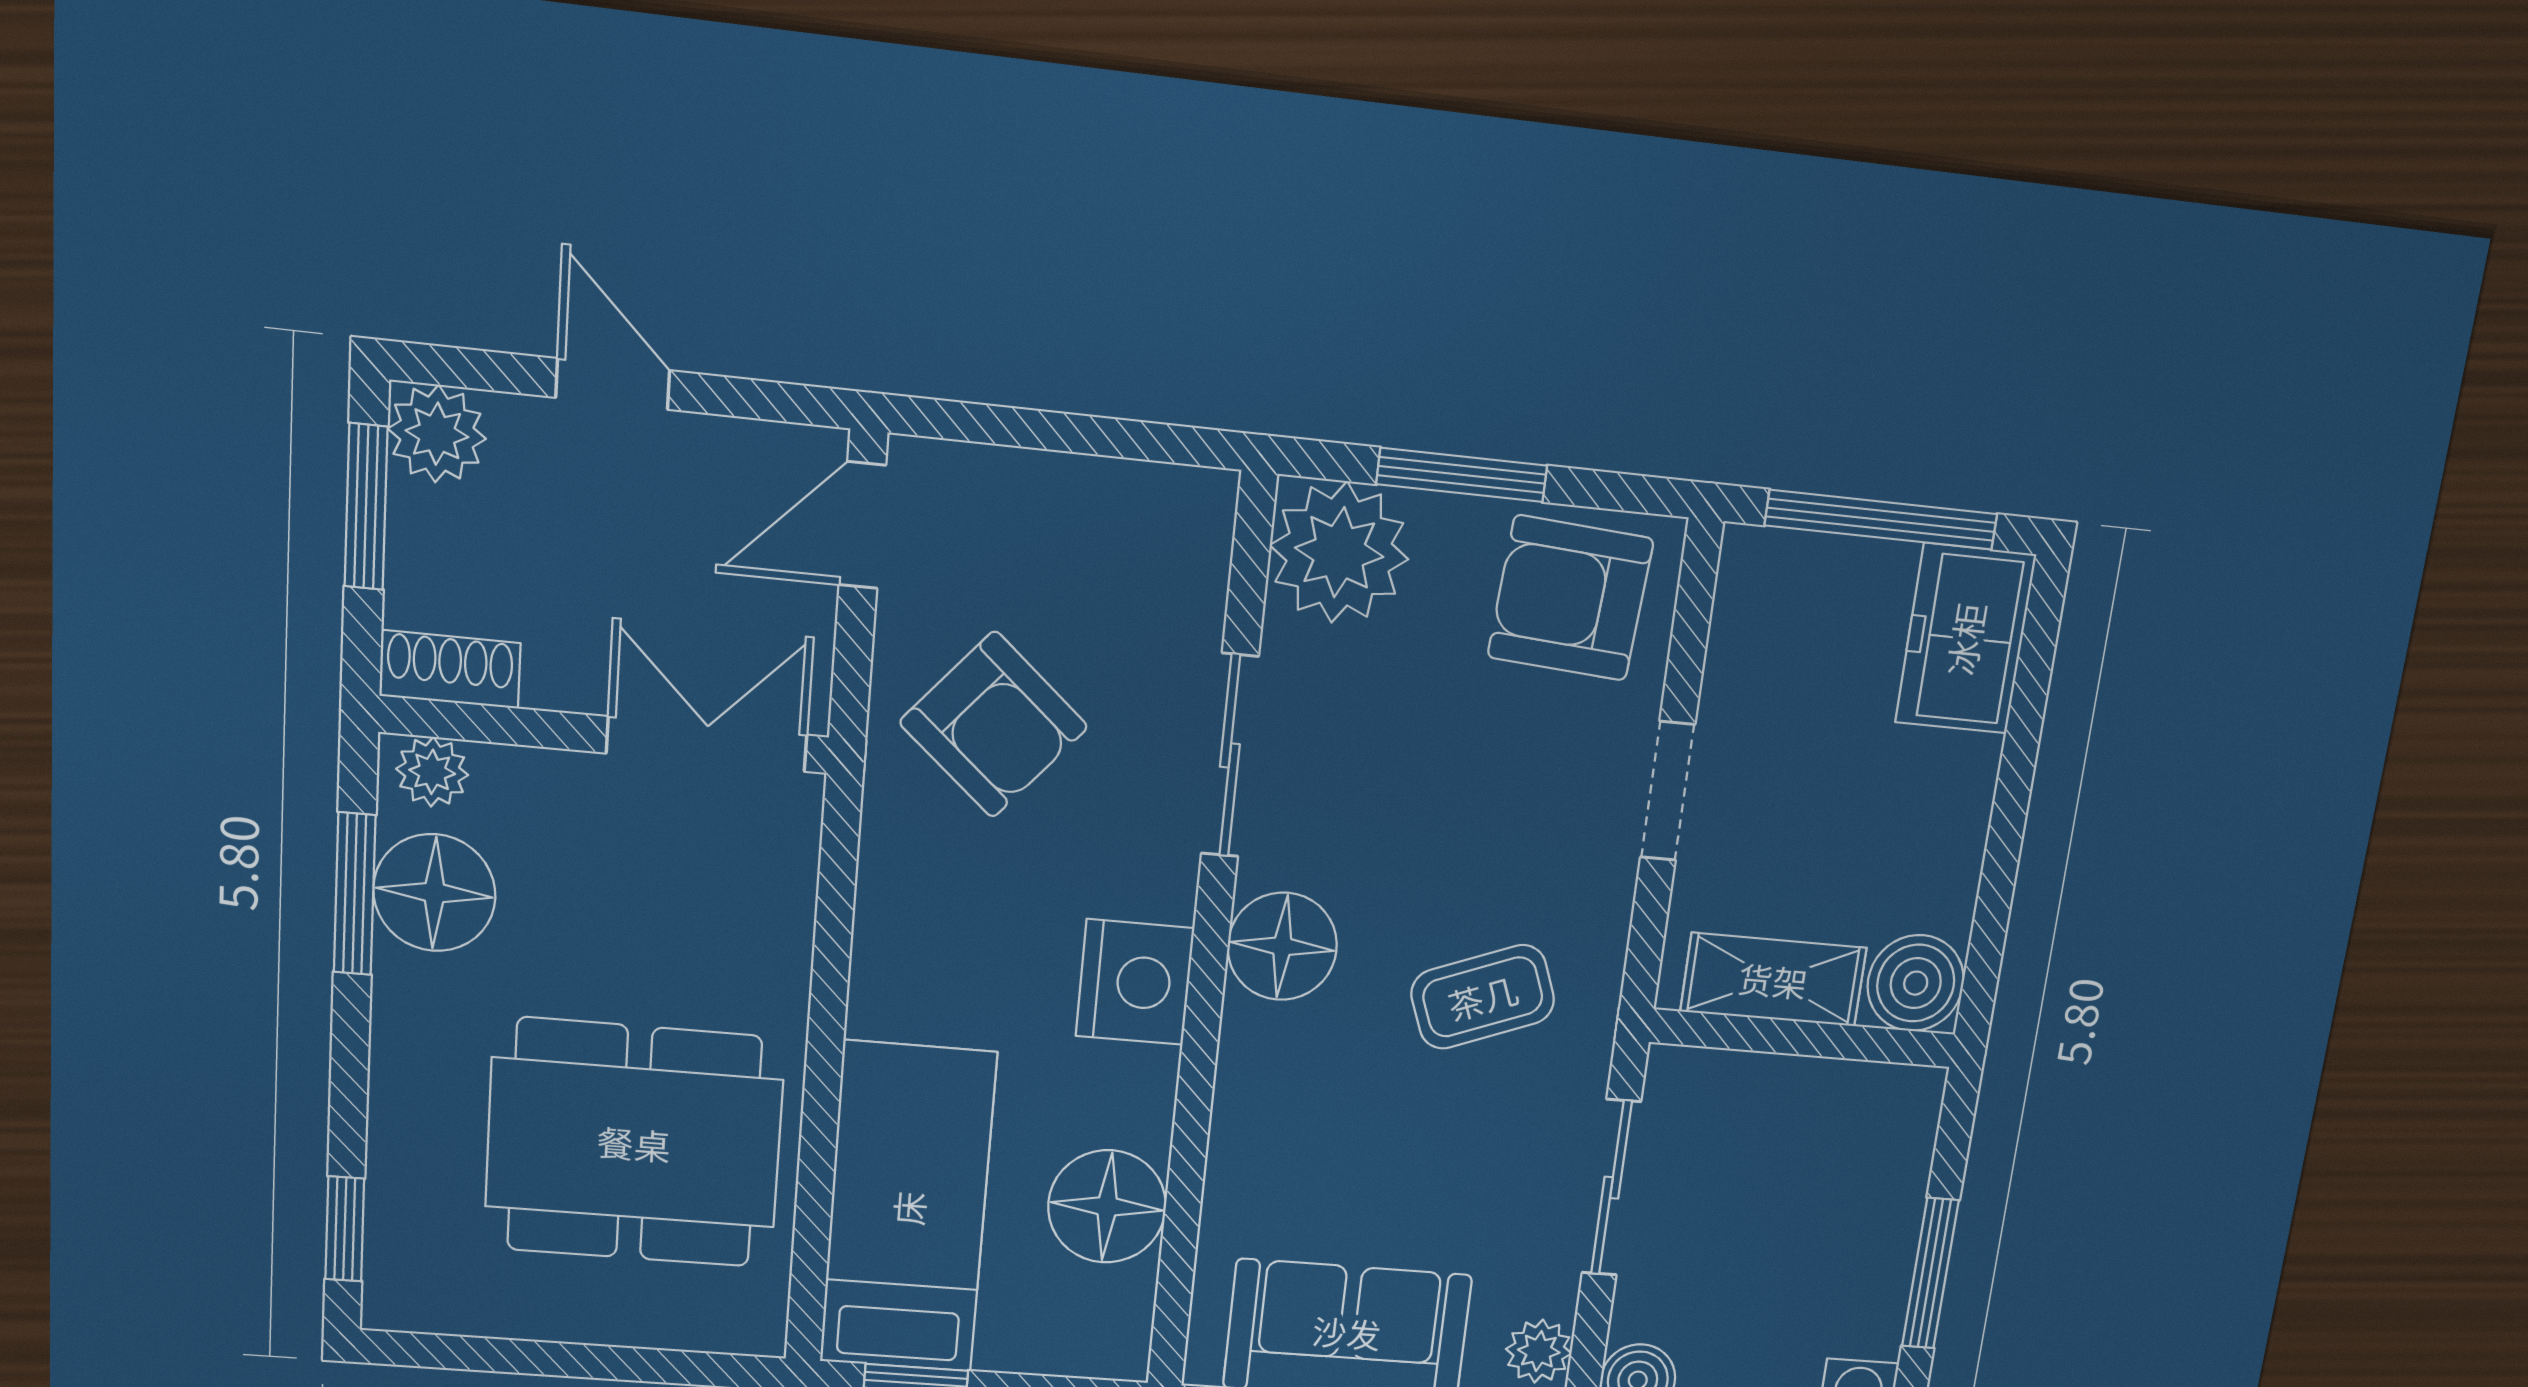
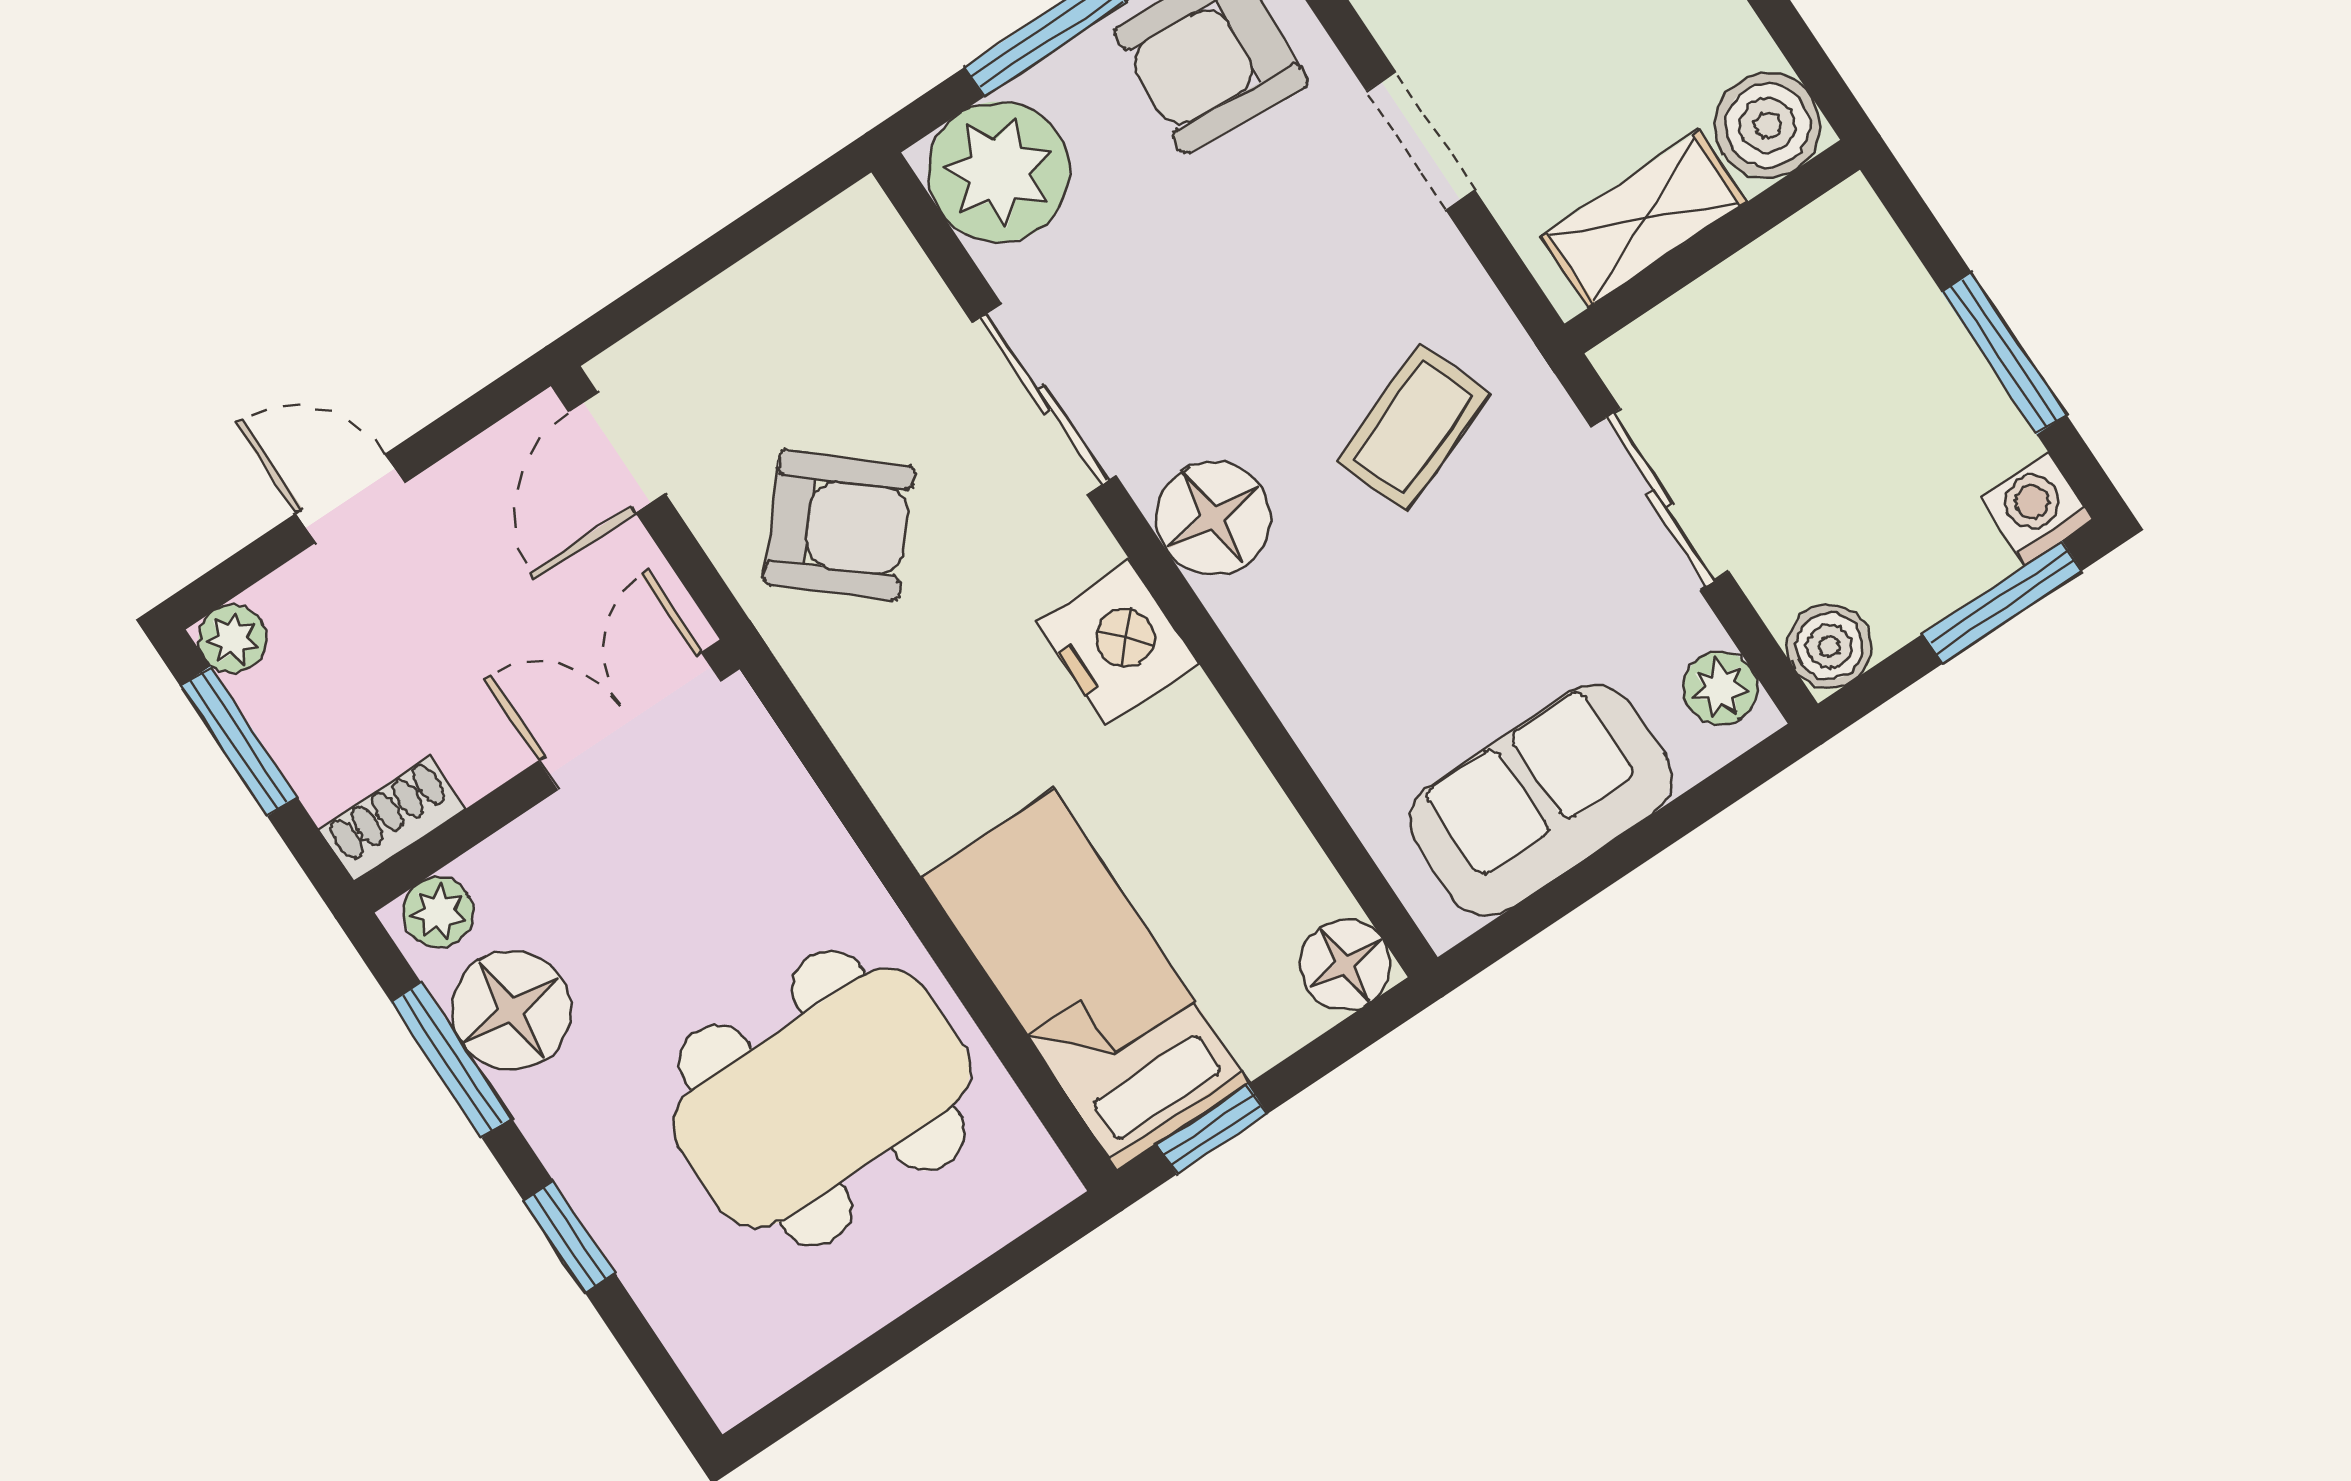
plant: (437, 434) -> (232, 639), width x0.73, depth x0.73
floor lamp: (1107, 1206) -> (1345, 965), moved, width x0.73, depth x0.73
window: (345, 1229) -> (569, 1237), moved

